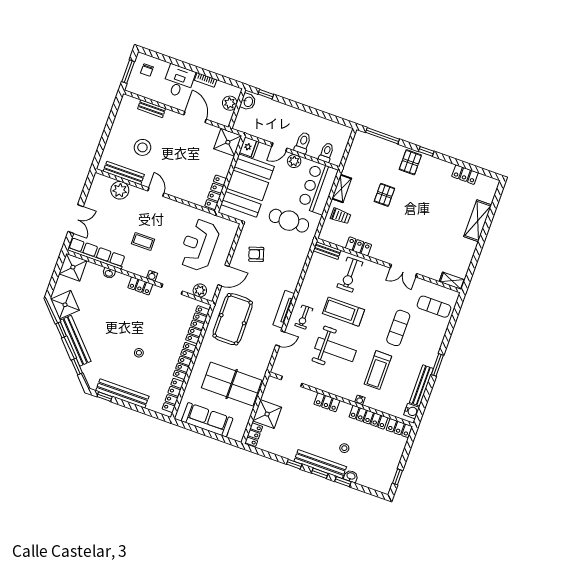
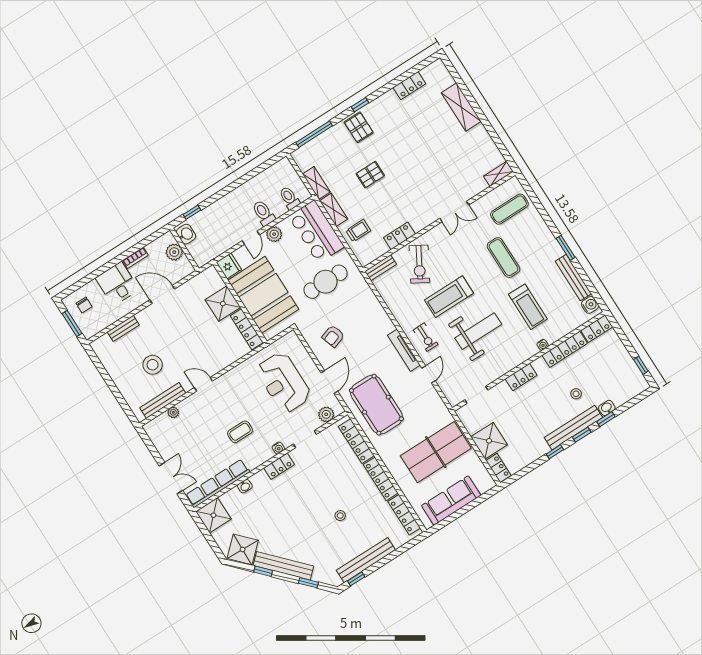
shower: (228, 142) -> (223, 304), moved
shelving: (351, 163) -> (316, 183), added
plant: (120, 190) -> (173, 412), width x0.53, depth x0.53
pallet: (384, 195) -> (370, 175), turned 90
exercise bike: (350, 275) -> (419, 264), turned 30

